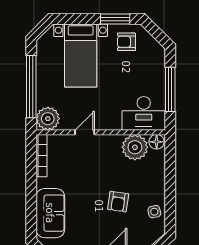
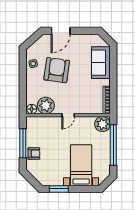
armchair: (126, 42) -> (34, 153), moved
desk: (144, 113) -> (40, 128), removed
door: (85, 132) -> (68, 115), moved
armchair: (118, 202) -> (57, 70), width x1.88, depth x1.88

